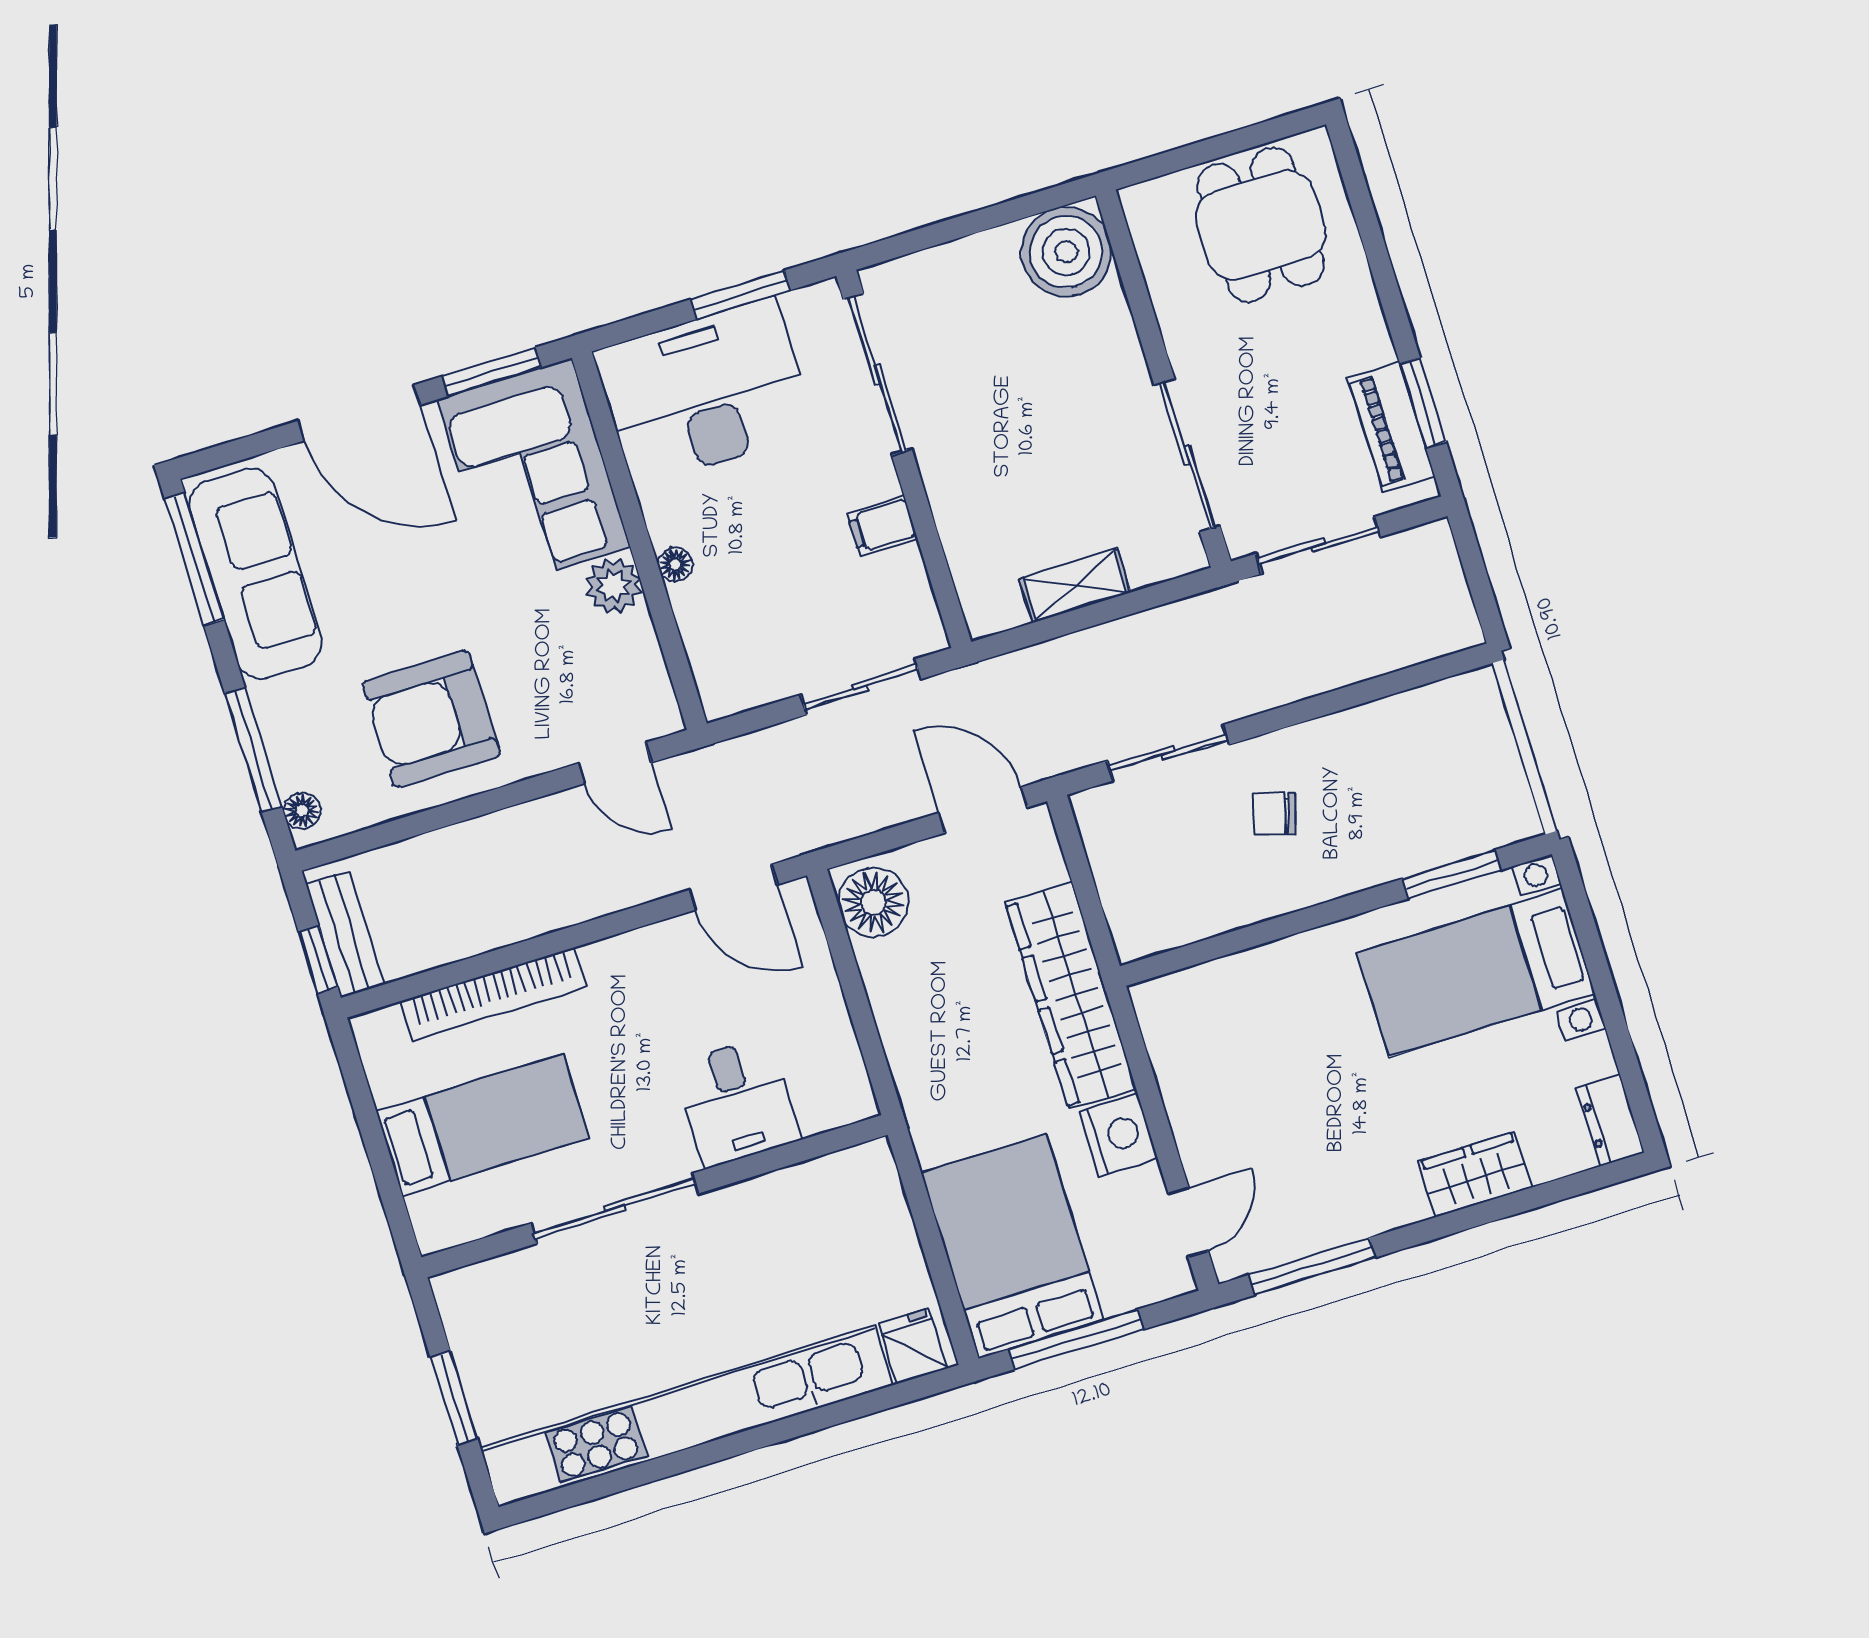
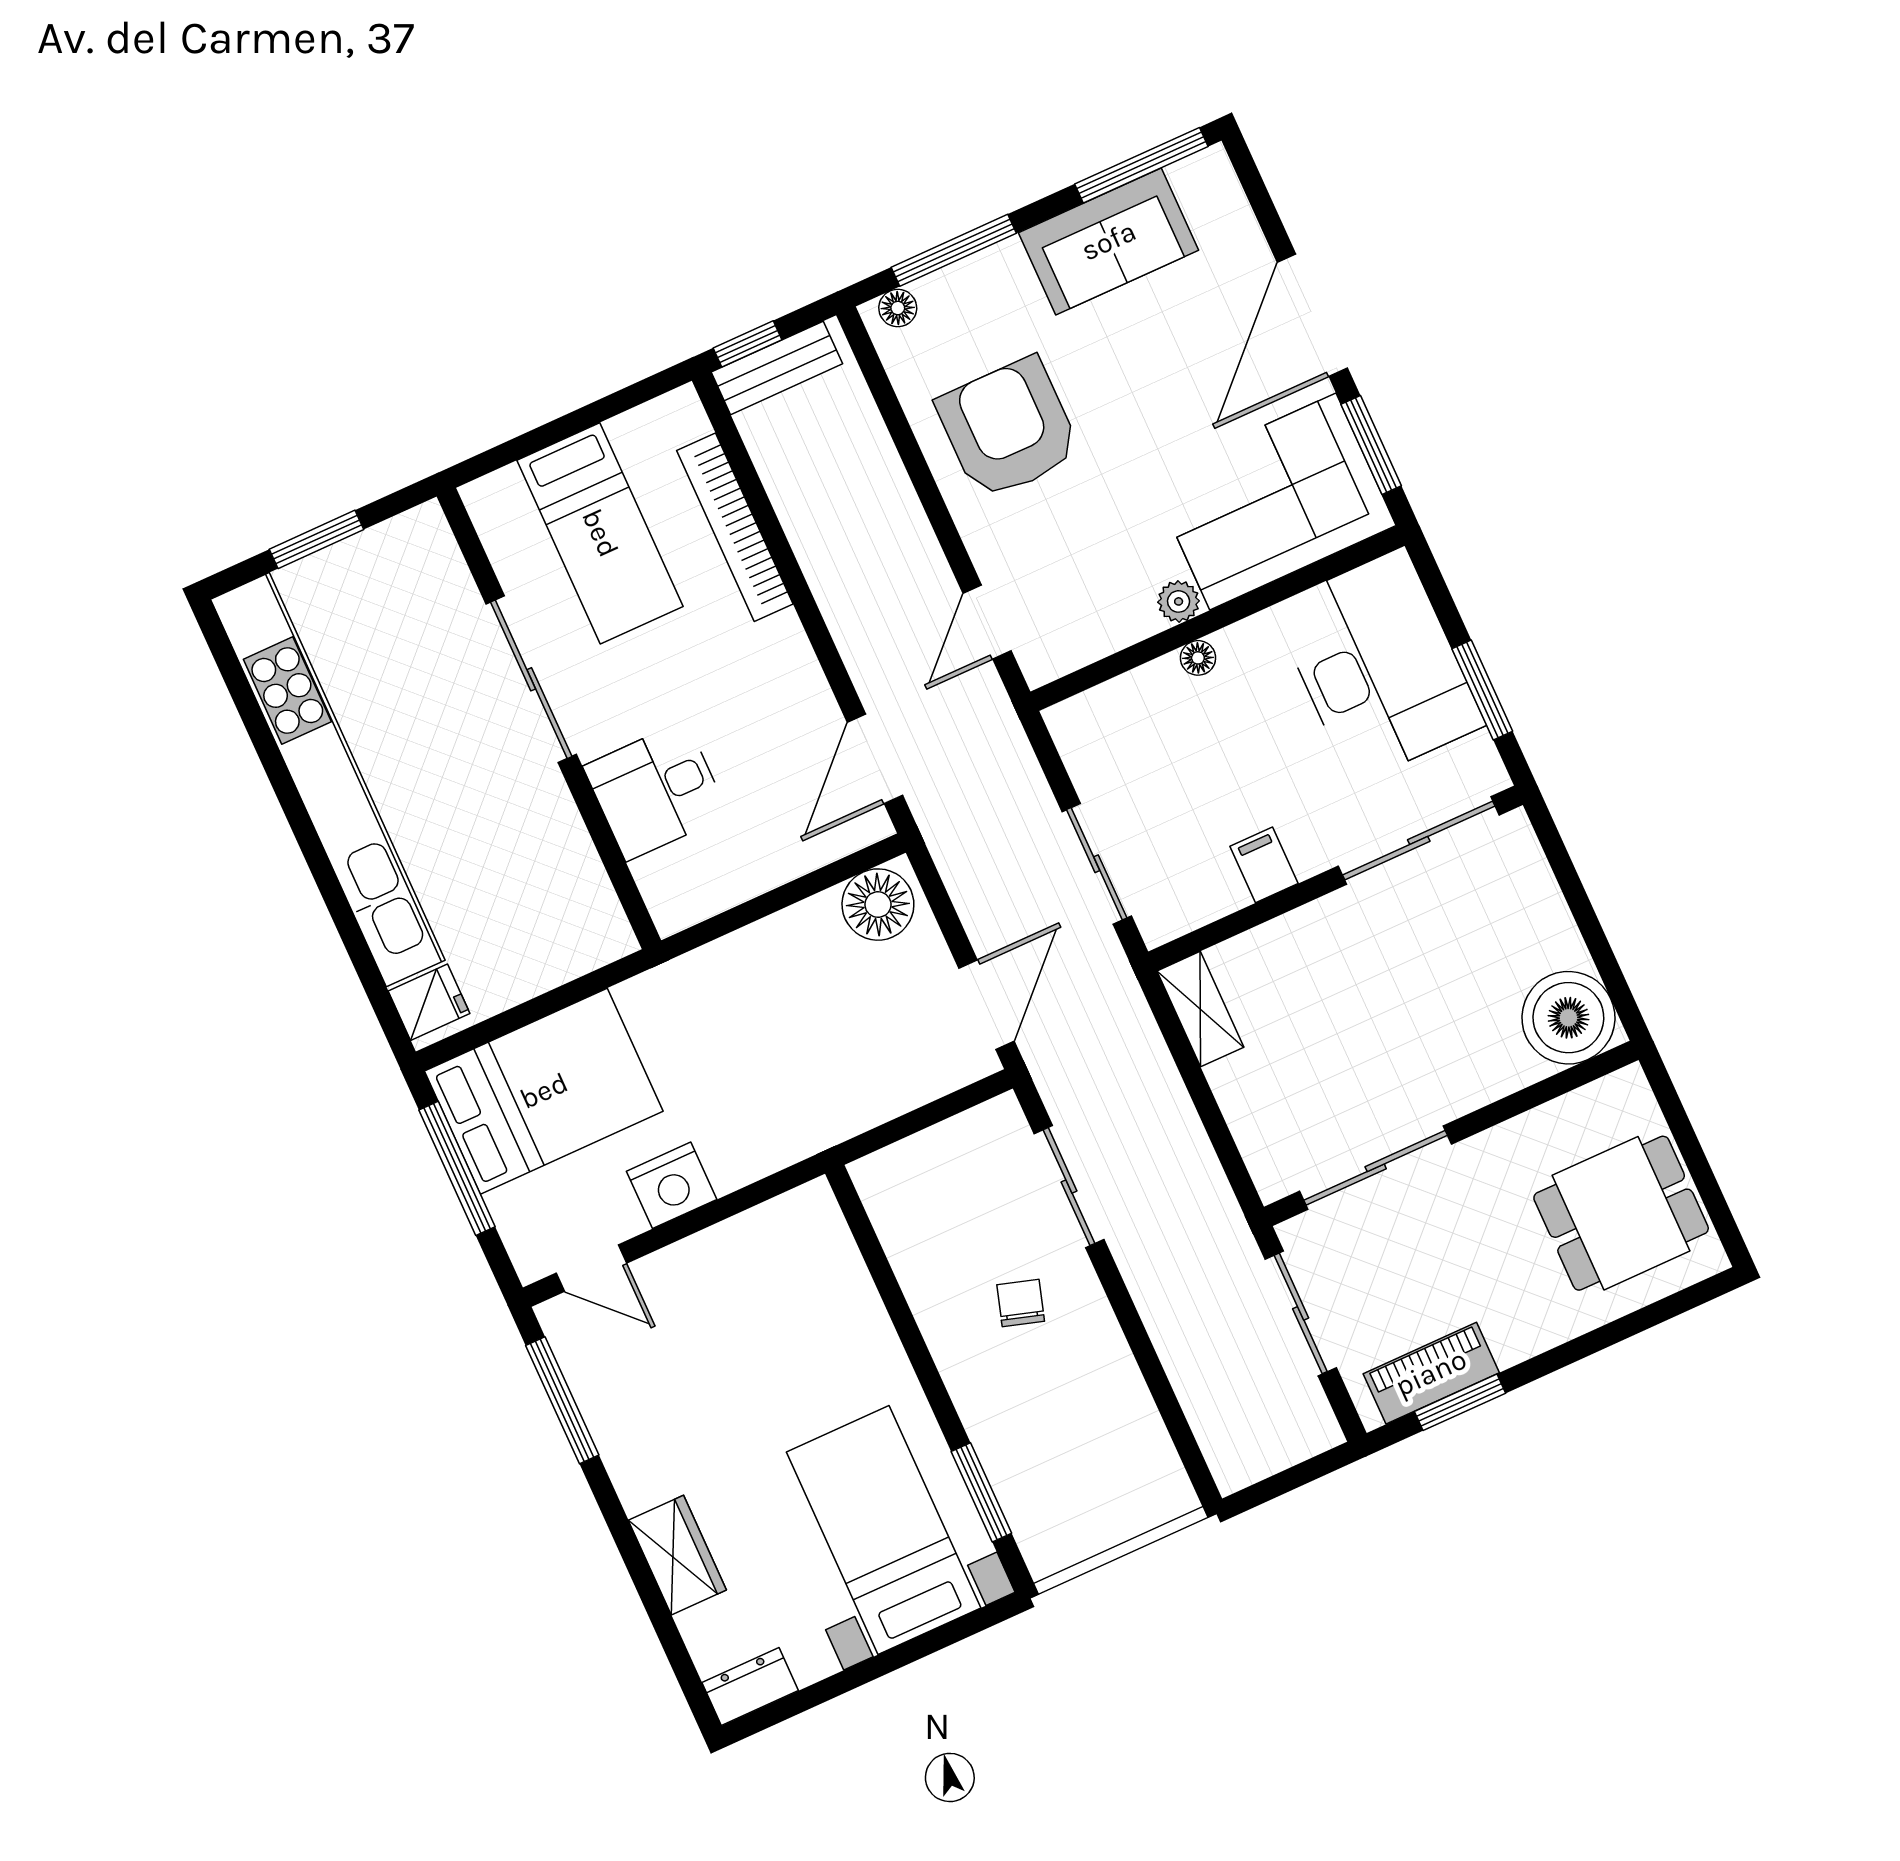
sofa: (255, 574) -> (1109, 241), width x0.73
plant: (613, 586) -> (1179, 601), width x0.73, depth x0.73
shelving: (1075, 586) -> (1200, 1009), moved
wardrobe: (1071, 996) -> (808, 1118), removed

